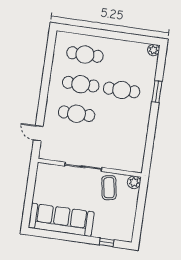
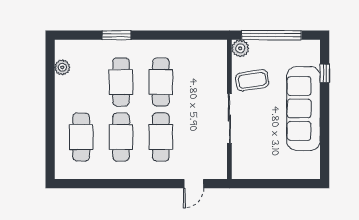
plant: (154, 50) -> (62, 67), moved
cafe table: (117, 120) -> (161, 82), added
window: (140, 207) -> (271, 35), added
sofa: (61, 220) -> (303, 108), moved

